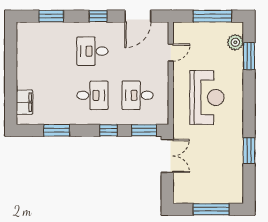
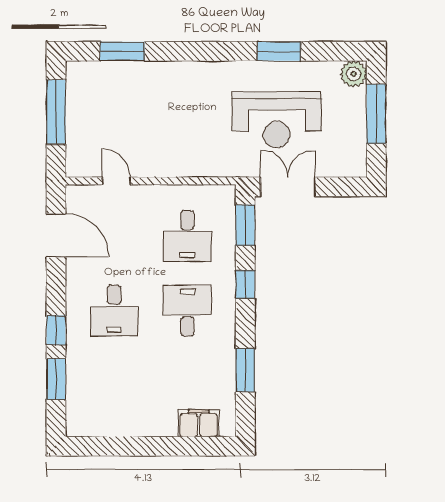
window: (98, 16) -> (56, 330), moved
plant: (235, 42) -> (354, 74), moved
reception desk: (207, 97) -> (277, 120), moved, turned 180

